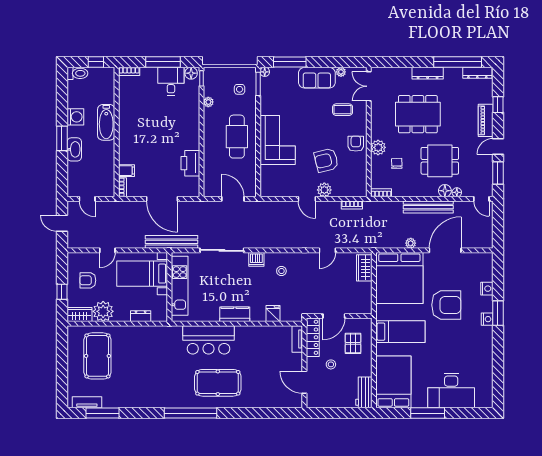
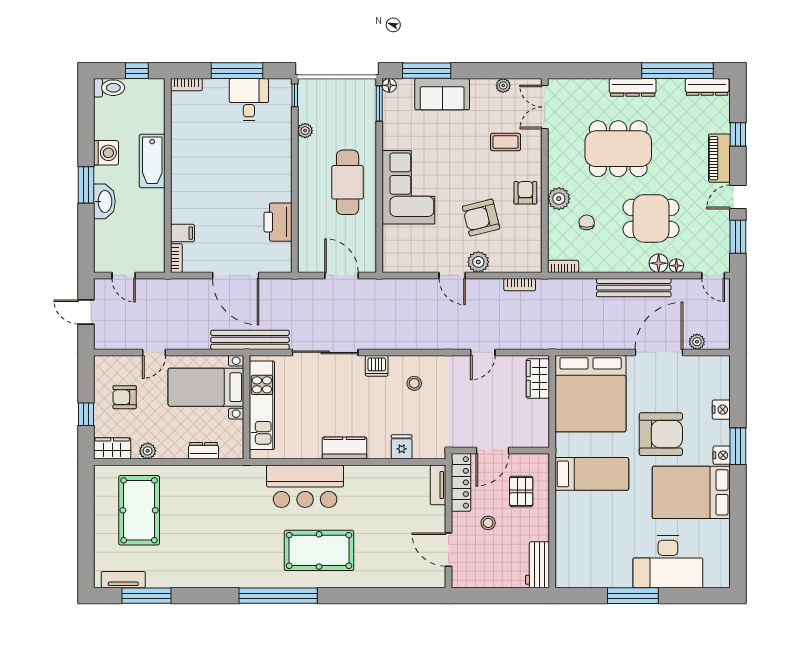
floor lamp: (191, 73) -> (279, 87), removed
sofa: (317, 78) -> (442, 94), moved
side table: (240, 89) -> (352, 112), removed
plant: (411, 243) -> (697, 342), moved
plant: (103, 311) -> (148, 451), width x0.53, depth x0.53
bed: (393, 382) -> (691, 492), moved, turned -90

